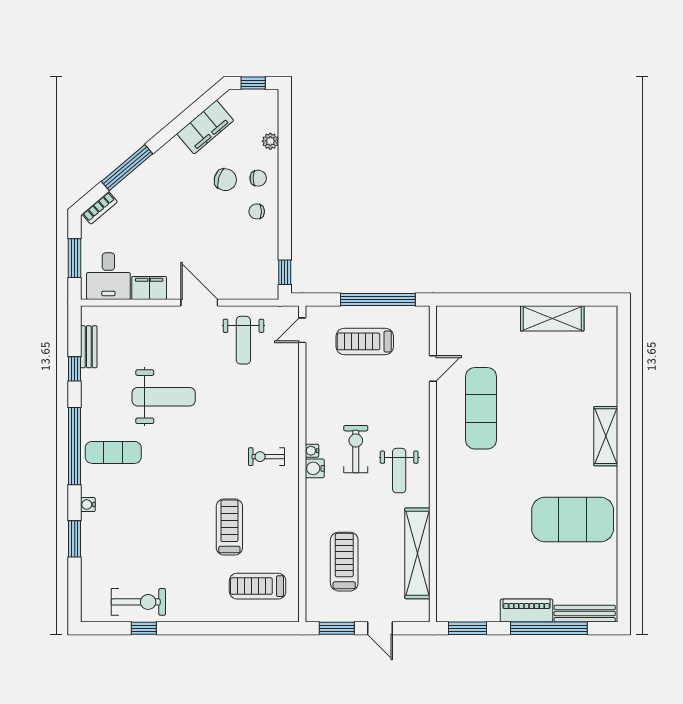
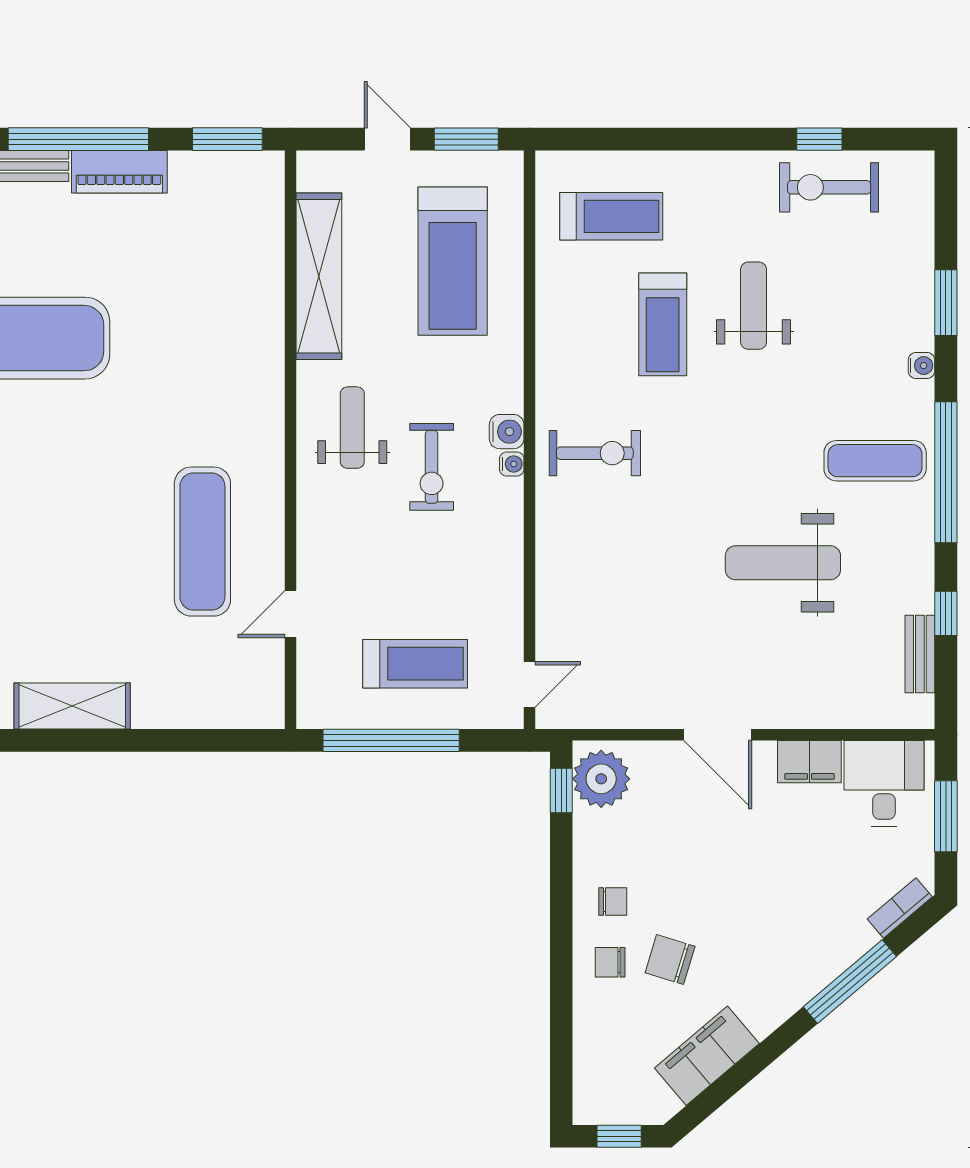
plant: (270, 141) -> (601, 779), moved, width x1.87, depth x1.87
weight bench: (243, 340) -> (754, 306), moved
exercise bike: (266, 457) -> (595, 453), width x1.38, depth x1.39
treadmill: (344, 562) -> (453, 261), width x1.37, depth x1.38

